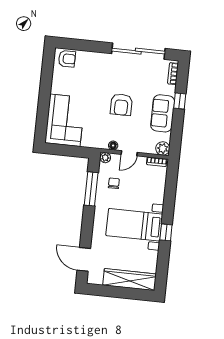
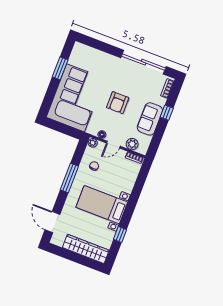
armchair: (67, 59) -> (83, 53), removed
window: (46, 83) -> (60, 68), added
corner sofa: (65, 120) -> (76, 98), width x1.36, depth x1.36
plant: (163, 148) -> (132, 144), moved
window: (91, 189) -> (69, 178), moved
window: (166, 232) -> (120, 234), moved

